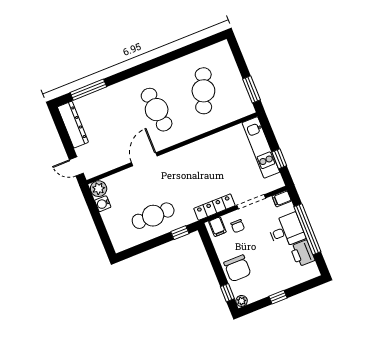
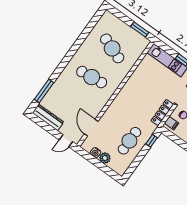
door: (144, 159) -> (91, 128), moved
plant: (99, 189) -> (105, 158), moved

